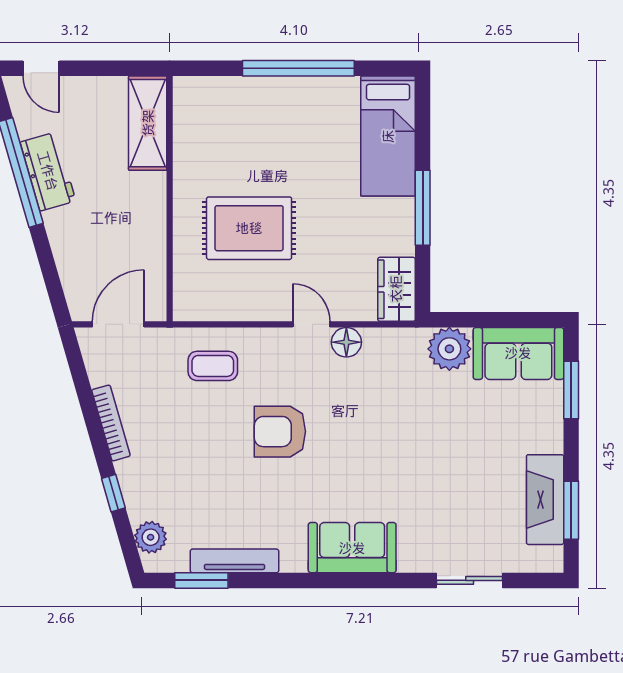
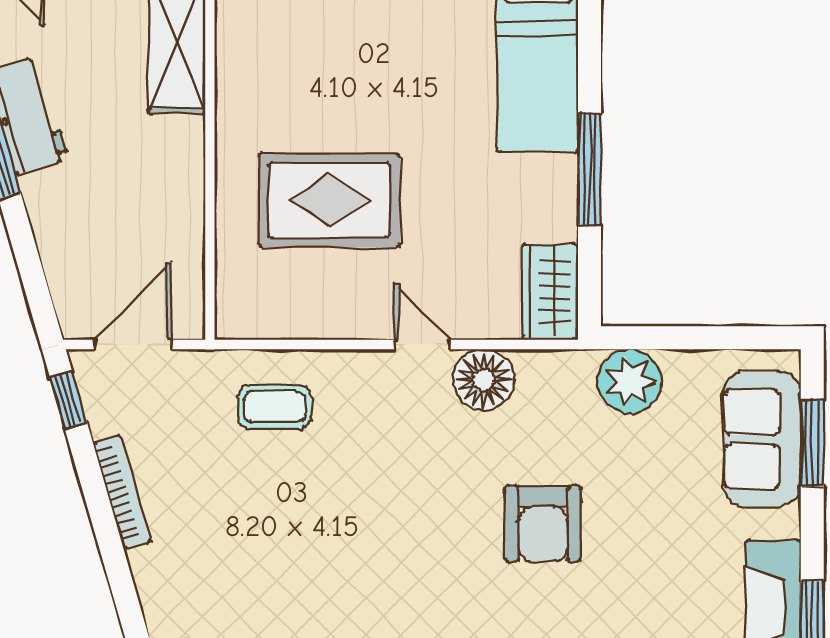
floor lamp: (346, 342) -> (483, 380), width x1.38, depth x1.38
sofa: (518, 353) -> (762, 439), moved, turned 90
armchair: (280, 432) -> (543, 524), moved, turned -90
window: (113, 493) -> (68, 400), moved

